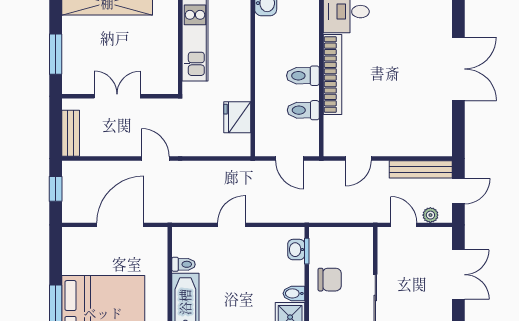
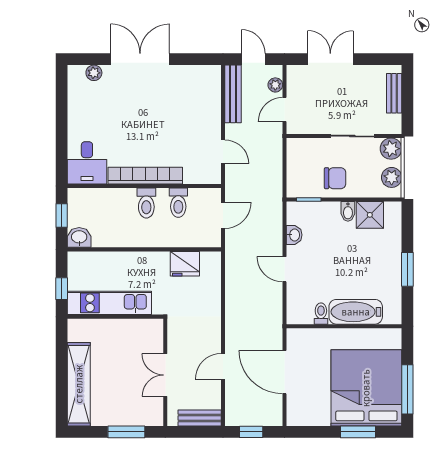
plant: (444, 19) -> (94, 73), added
door: (155, 158) -> (223, 366), moved
washbasin: (296, 250) -> (294, 235), moved, turned -90
chair: (330, 280) -> (335, 178), turned 90

